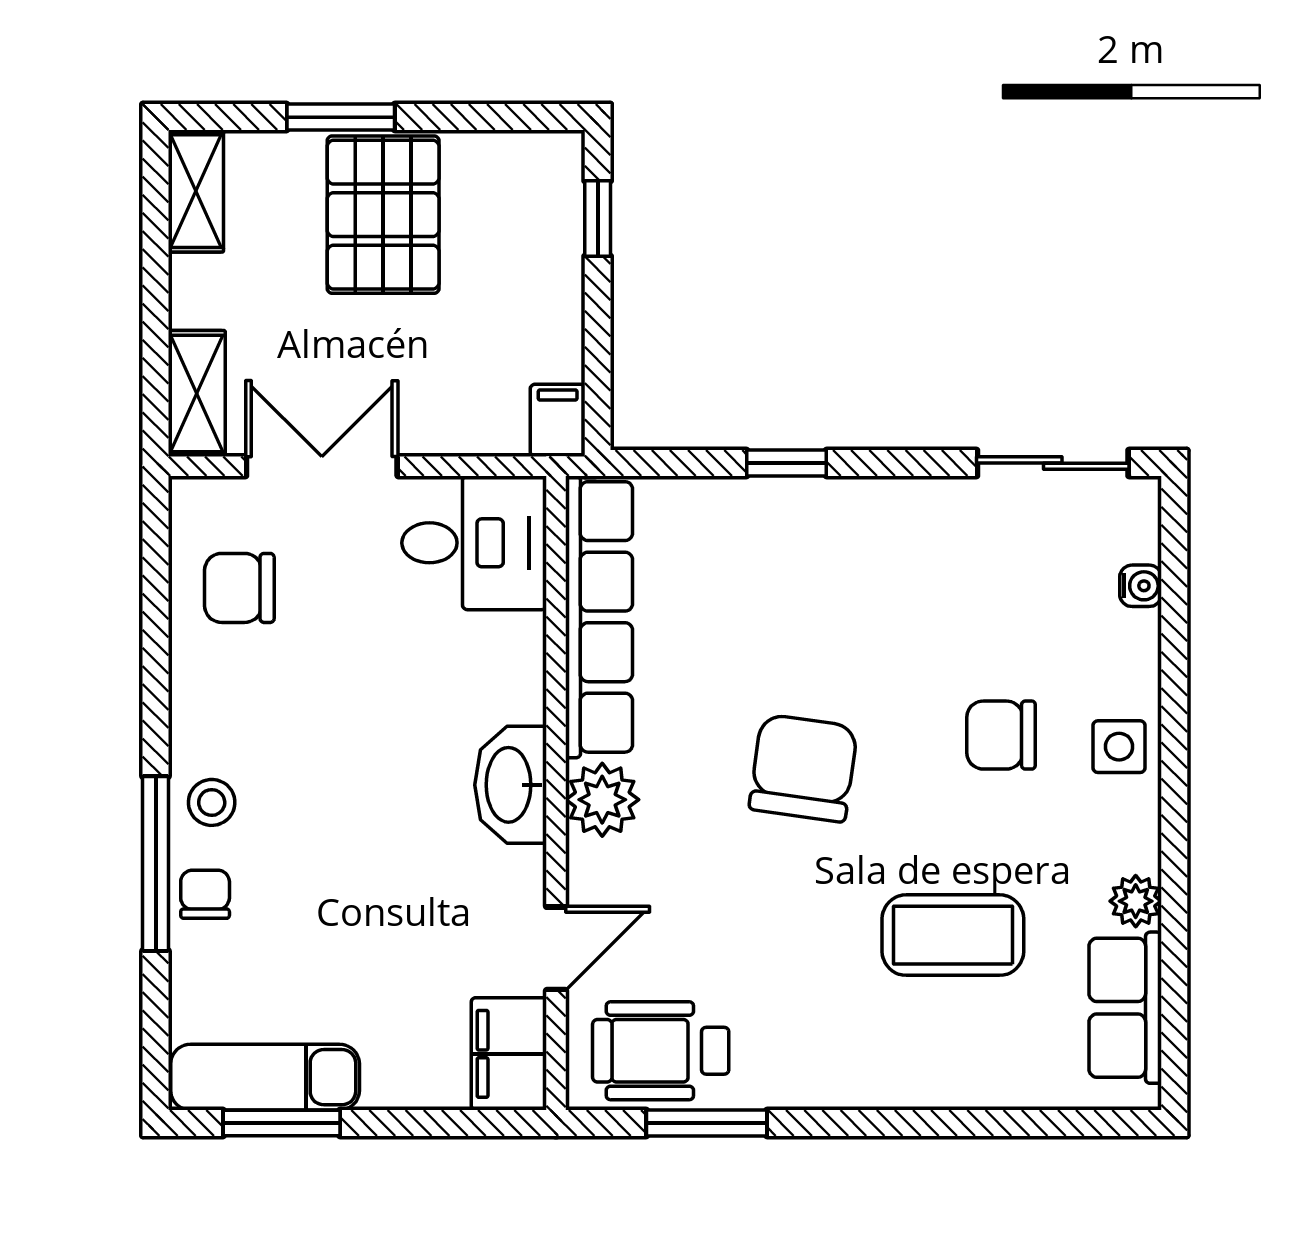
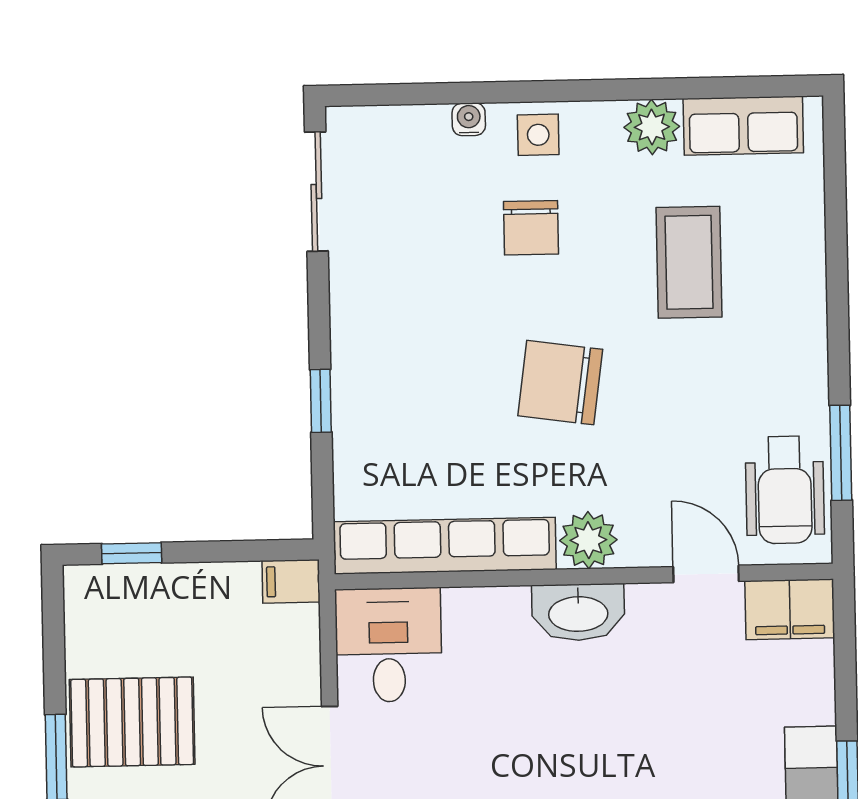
water cooler: (1141, 586) -> (469, 119), moved
plant: (1136, 901) -> (652, 127), width x1.38, depth x1.38

